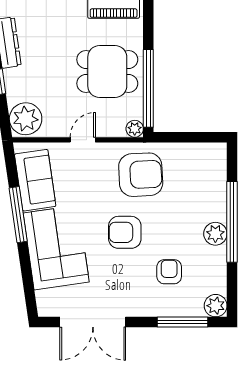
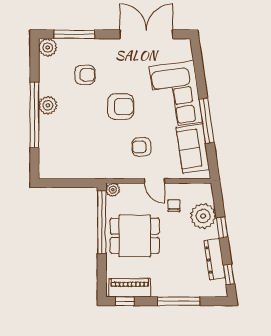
chair: (59, 109) -> (174, 206), added
plant: (26, 119) -> (203, 216), moved
door: (83, 140) -> (154, 181), hinge flipped
armchair: (141, 175) -> (141, 147), moved, width x0.53, depth x0.53
armchair: (169, 272) -> (85, 75), turned -90

